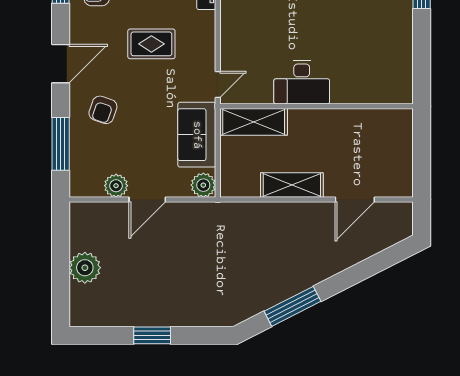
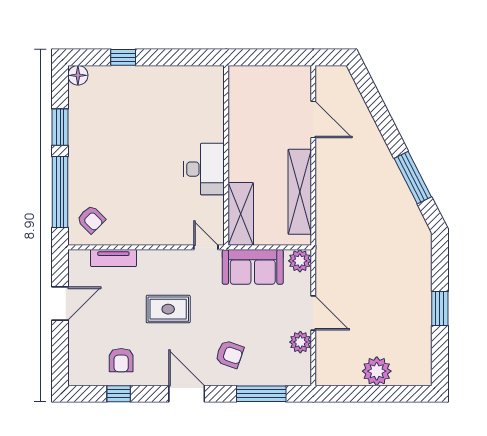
rug: (151, 44) -> (168, 309), turned 90
shelving: (292, 185) -> (300, 192), width x1.47

